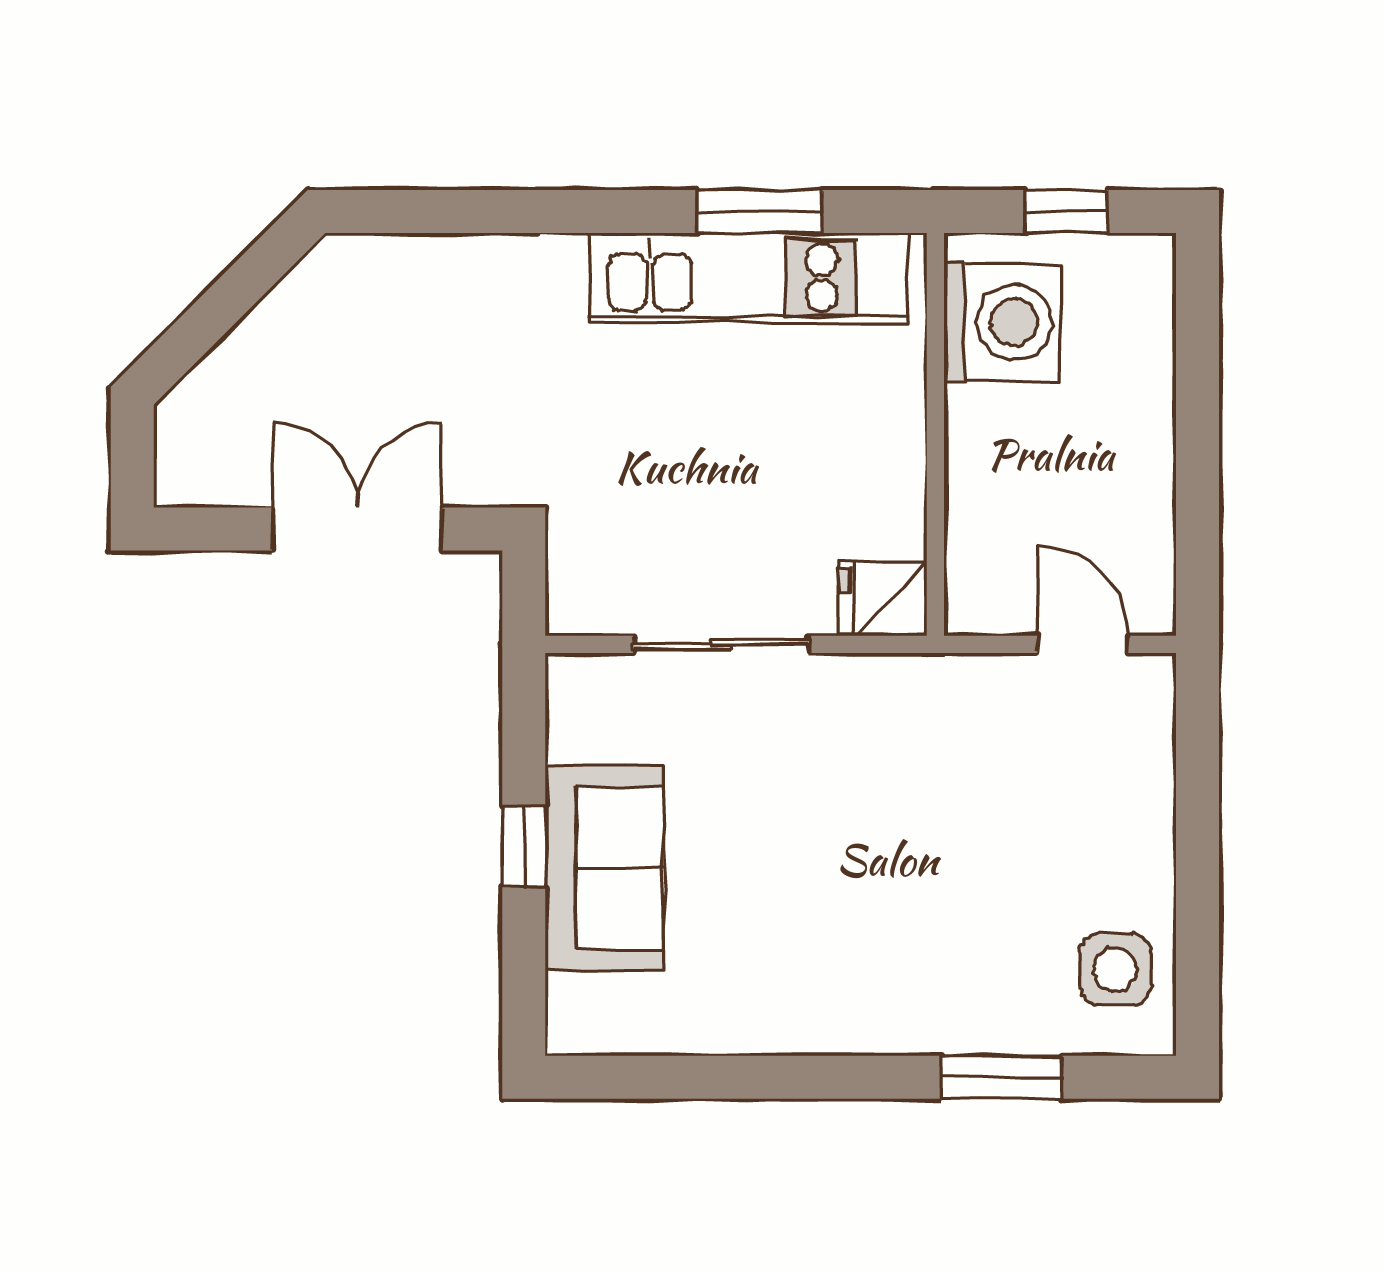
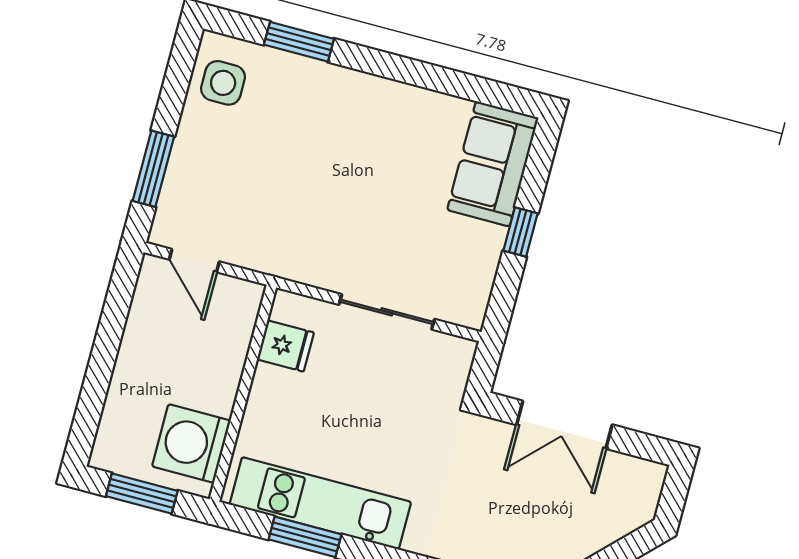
window: (1066, 211) -> (142, 493), width x1.50
fridge: (883, 599) -> (286, 346), moved
window: (1197, 786) -> (153, 169), added
sofa: (604, 868) -> (493, 164), moved

